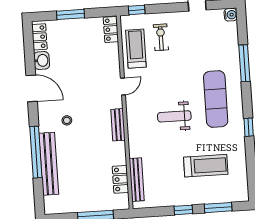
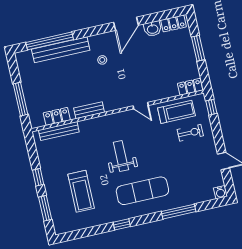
bench: (118, 125) -> (89, 110), moved
window: (36, 152) -> (50, 41), moved

